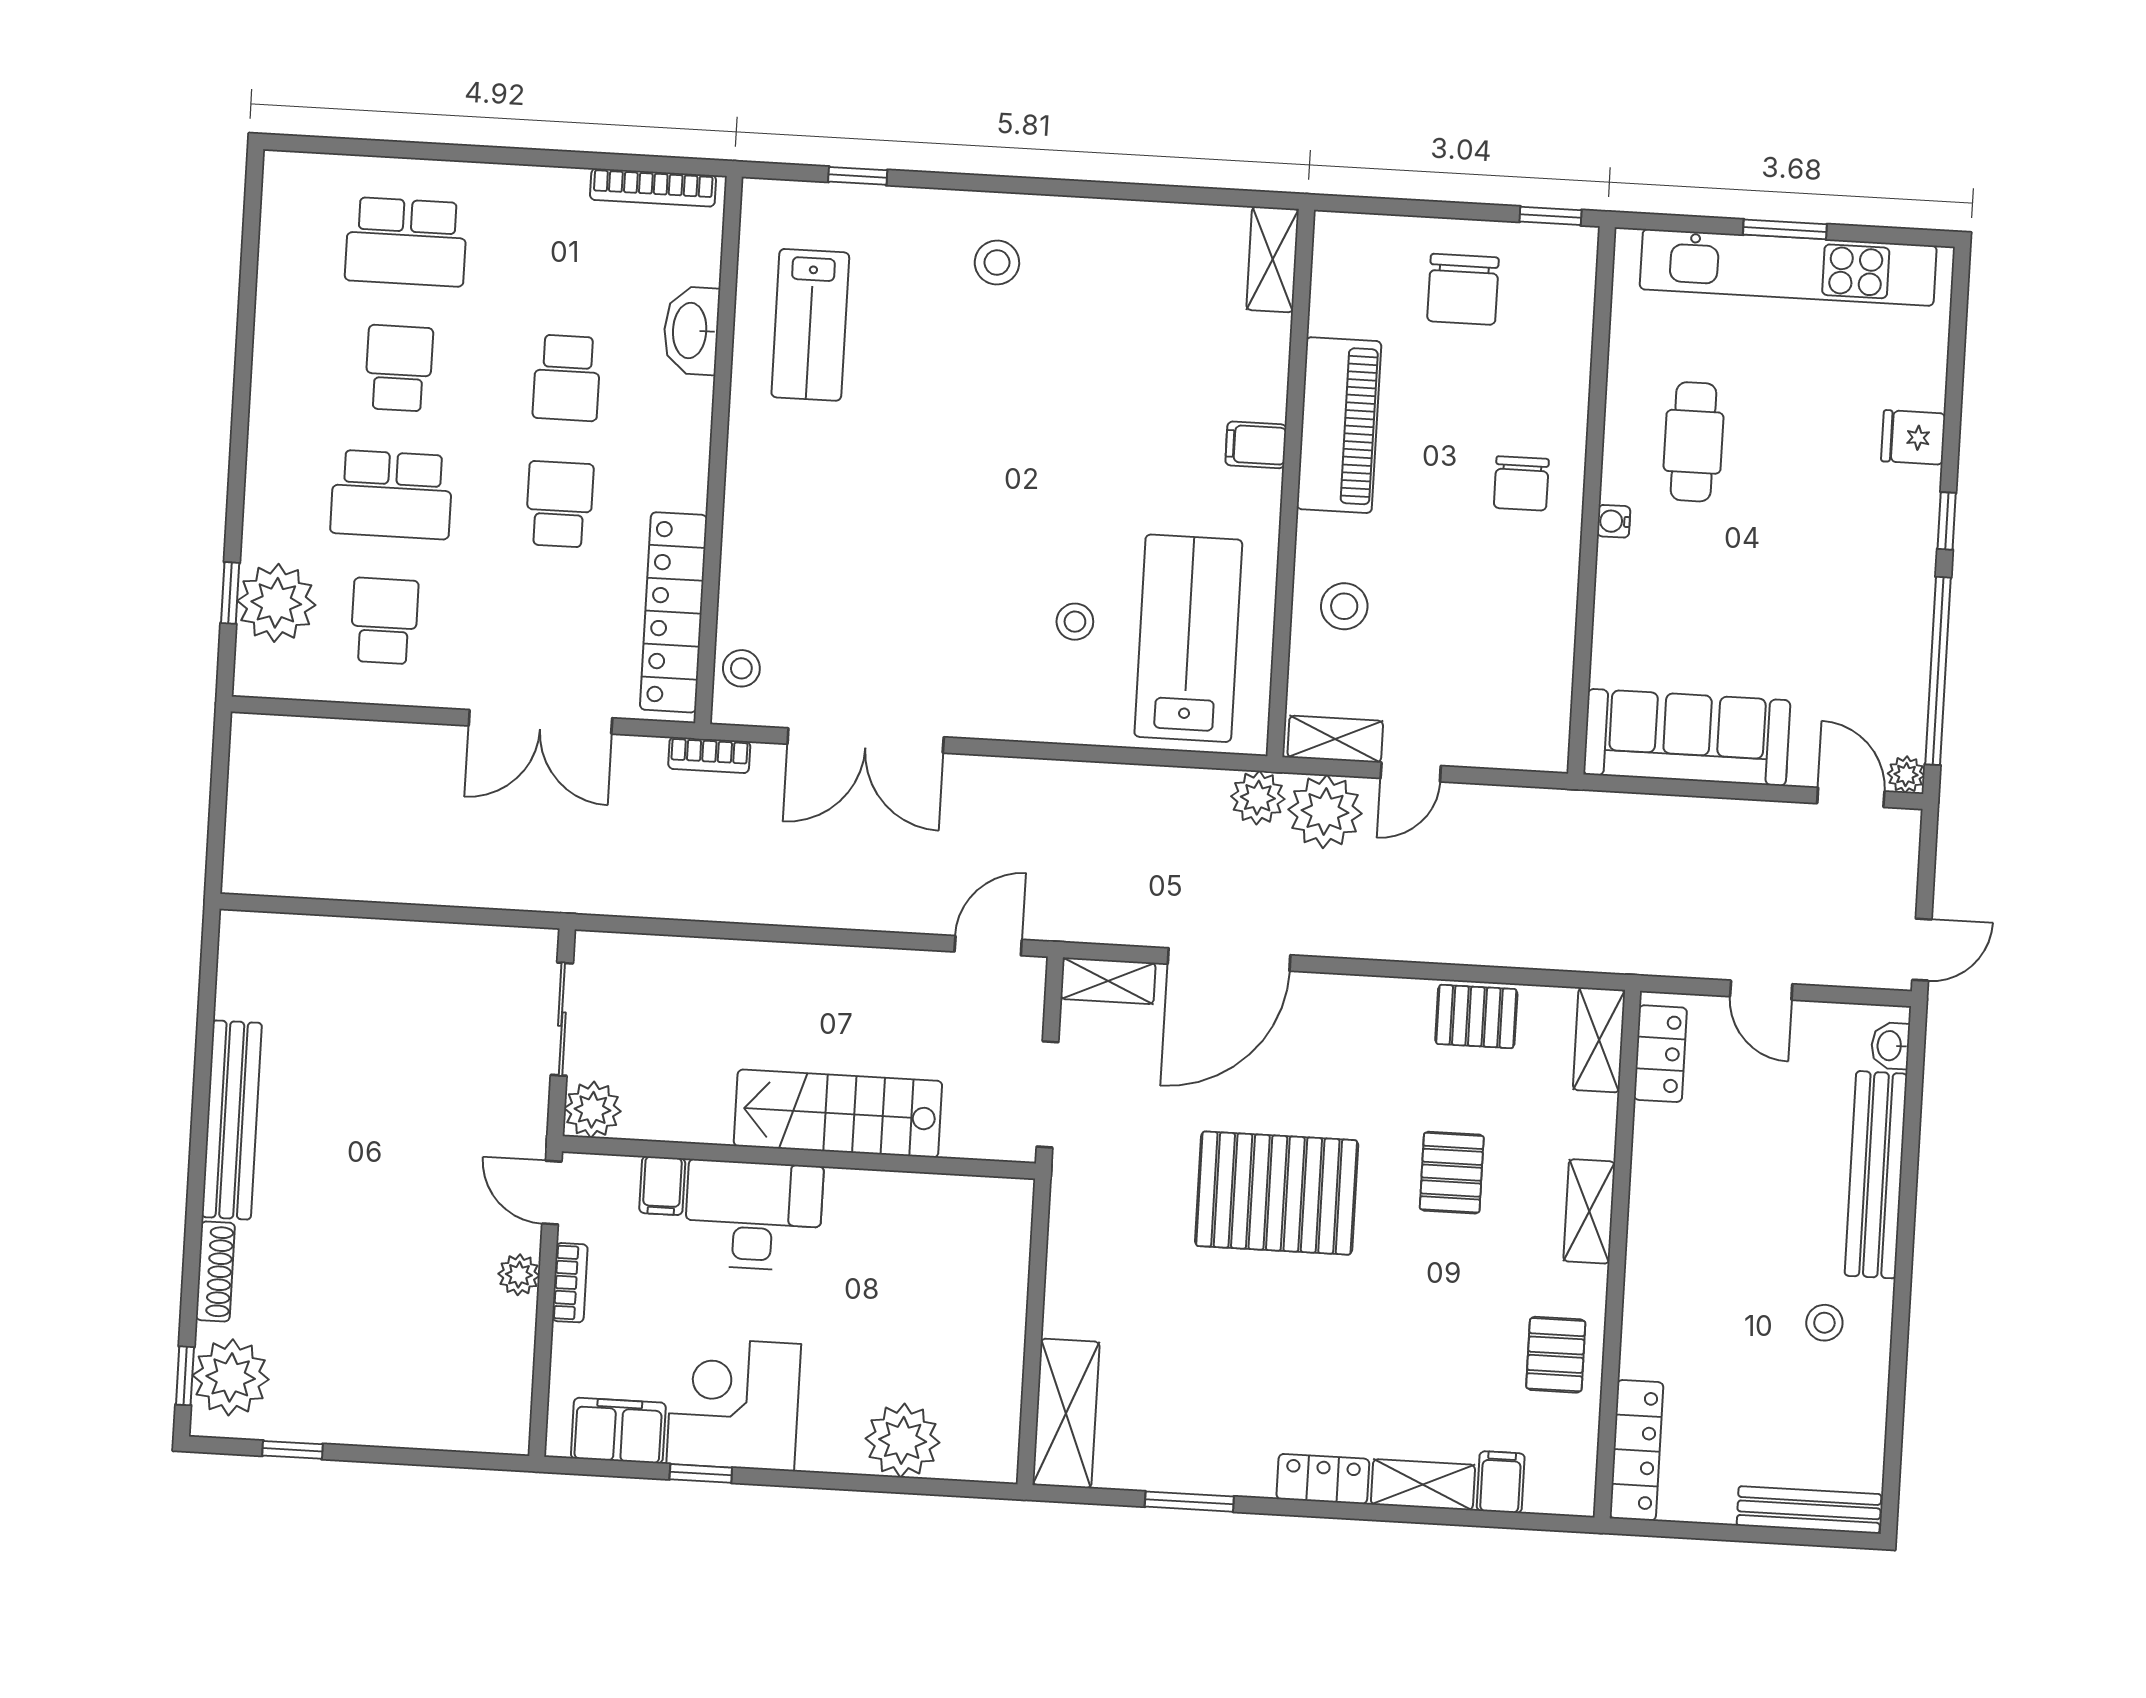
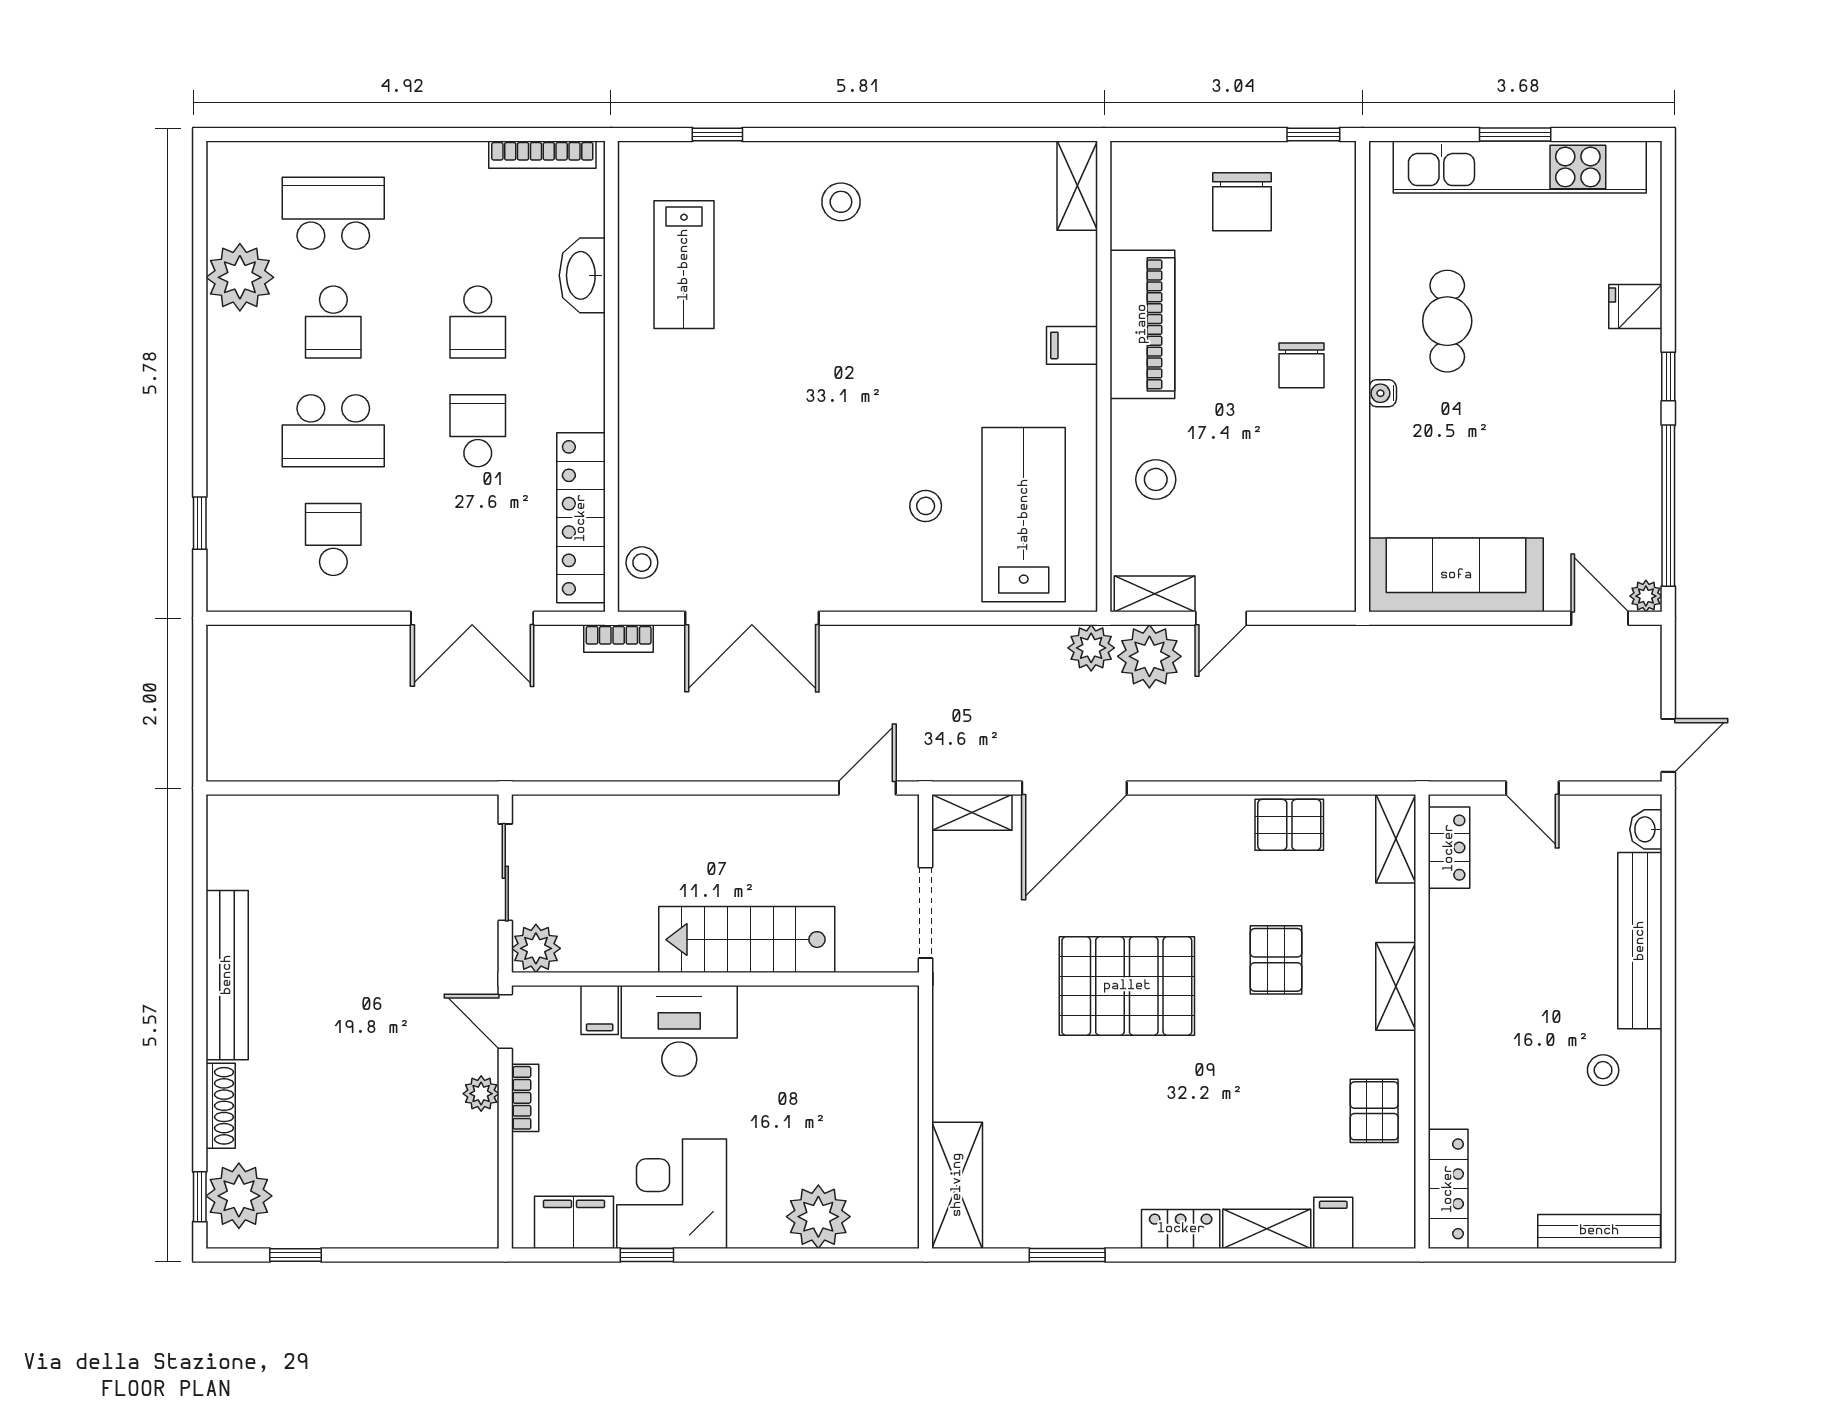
school desk: (406, 242) -> (333, 213), turned 180
school desk: (399, 368) -> (333, 322), turned 180
plant: (276, 603) -> (240, 277), moved

